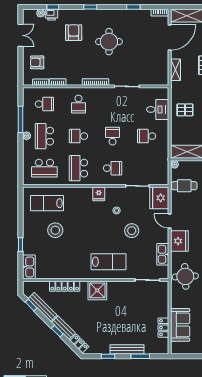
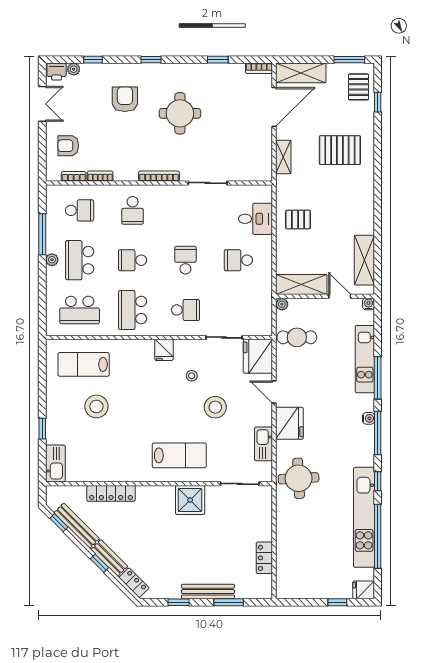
printer: (52, 15) -> (57, 72), moved
shower: (97, 290) -> (190, 500), moved
sofa: (180, 325) -> (290, 554), removed

